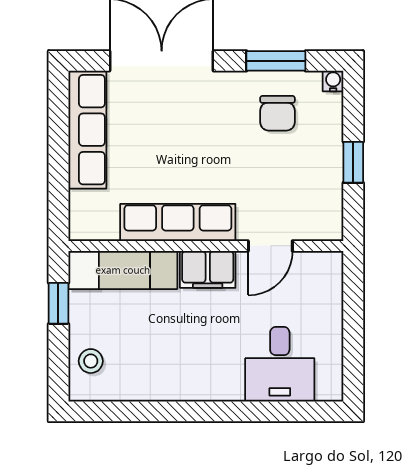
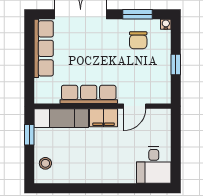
desk: (280, 364) -> (154, 165), moved

